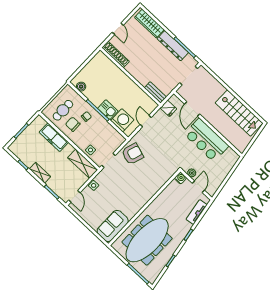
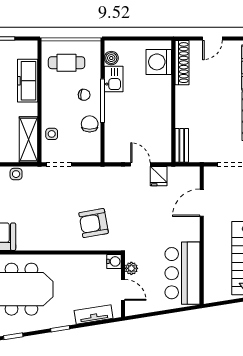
fridge: (168, 108) -> (159, 176), moved
kitchen sink: (108, 110) -> (114, 79), moved
washing machine: (122, 120) -> (159, 62), moved, turned 180
door: (146, 121) -> (140, 164), hinge flipped
chair: (73, 124) -> (90, 124), moved
bar counter: (206, 140) -> (182, 273), moved
armchair: (132, 154) -> (94, 223), moved, turned 152
door: (198, 187) -> (123, 290), hinge flipped

